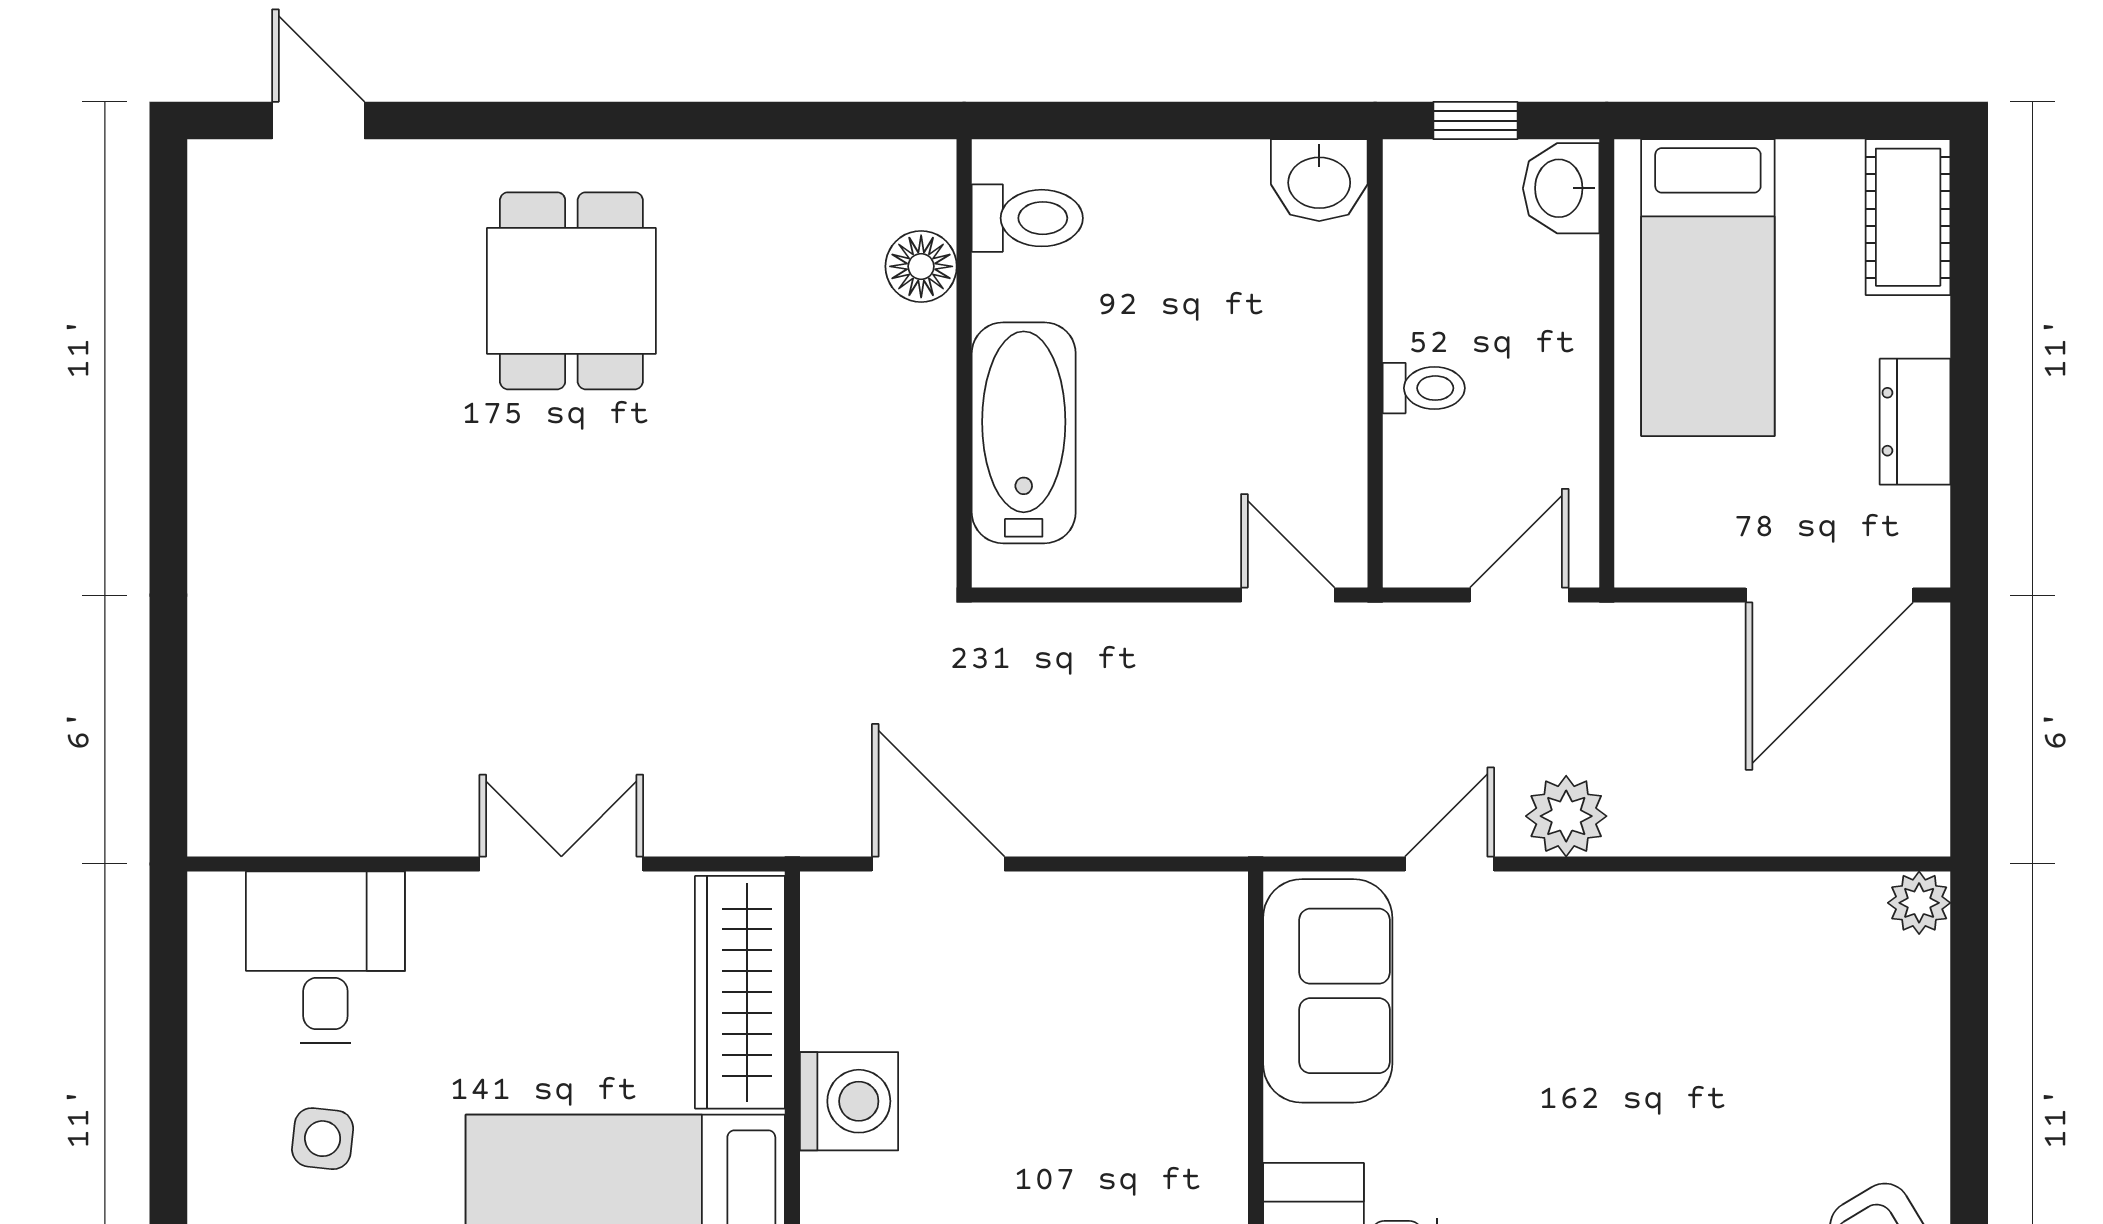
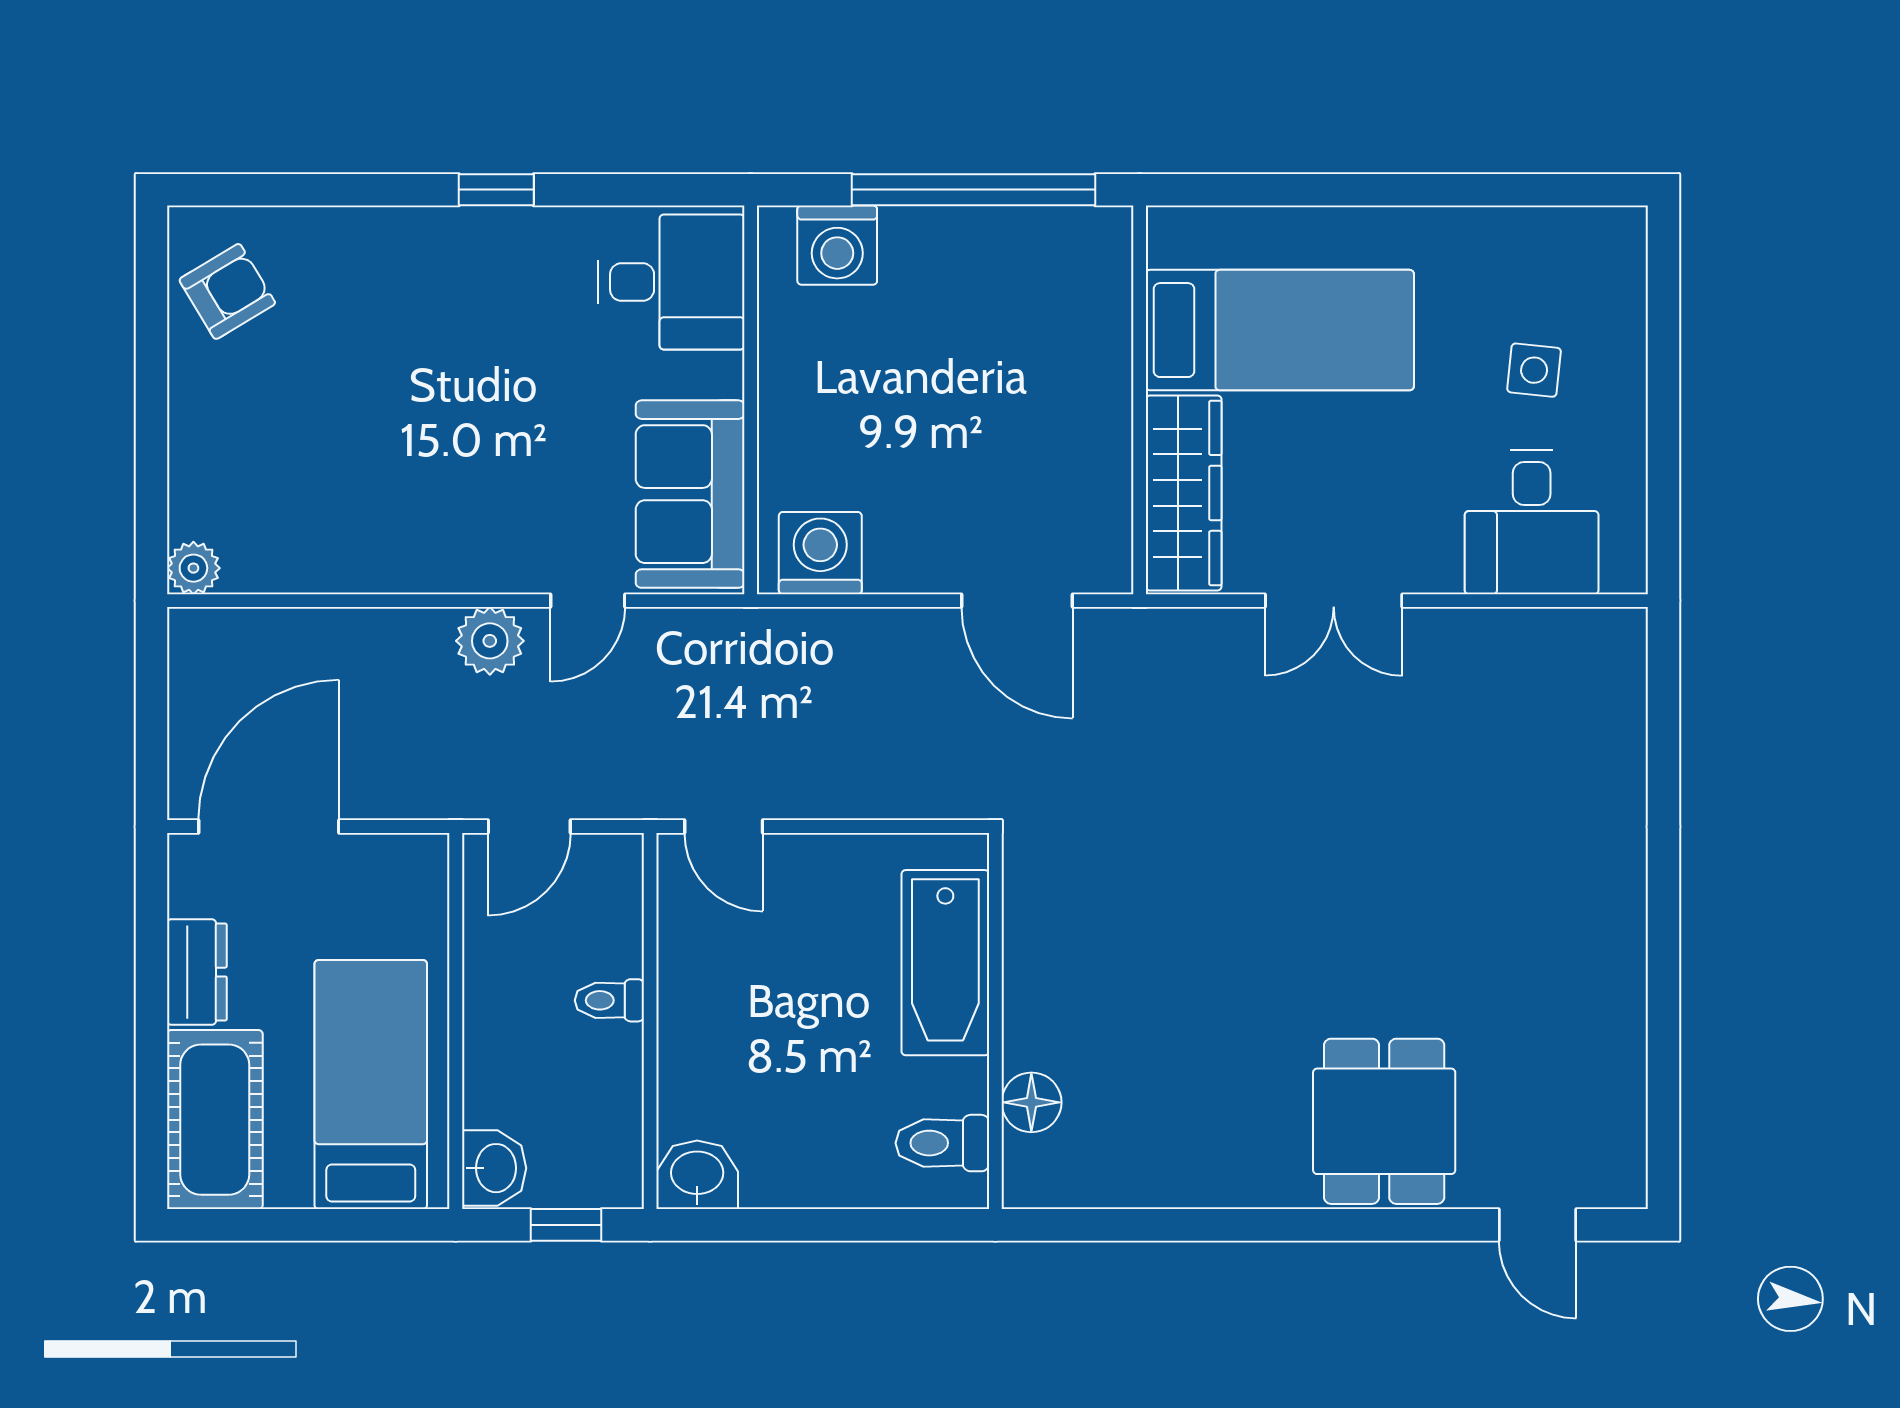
cot: (1908, 217) -> (215, 1120), width x1.37, depth x1.34
dining table: (571, 291) -> (1384, 1121), moved
washing machine: (849, 1101) -> (820, 553), moved, turned 90

